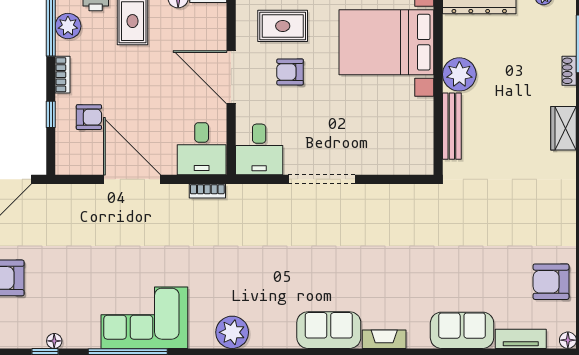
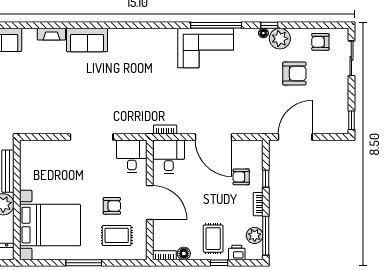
plant: (232, 332) -> (280, 39), moved

